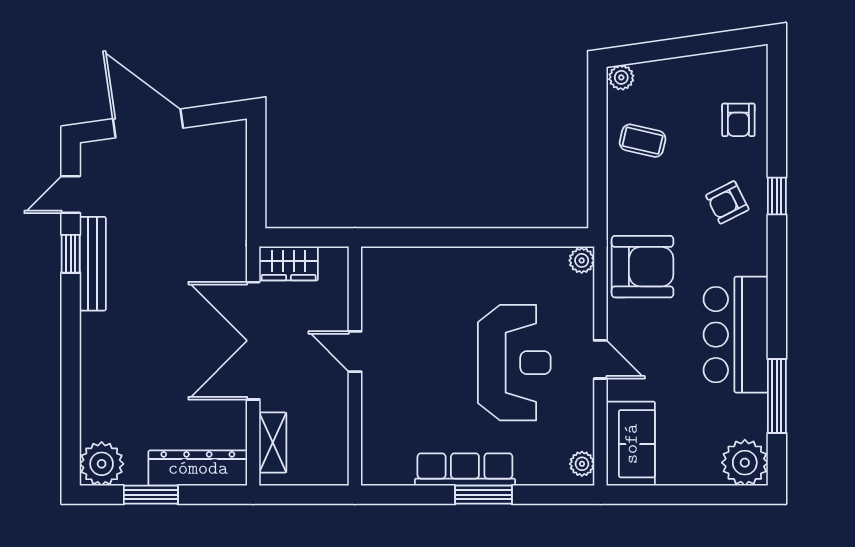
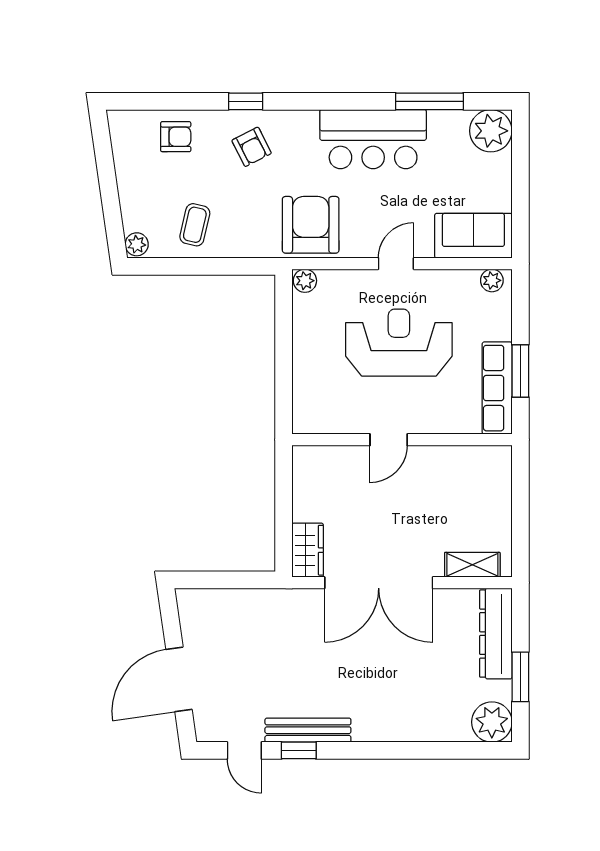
door: (355, 352) -> (389, 440), moved
wall: (355, 366) -> (402, 440), moved

